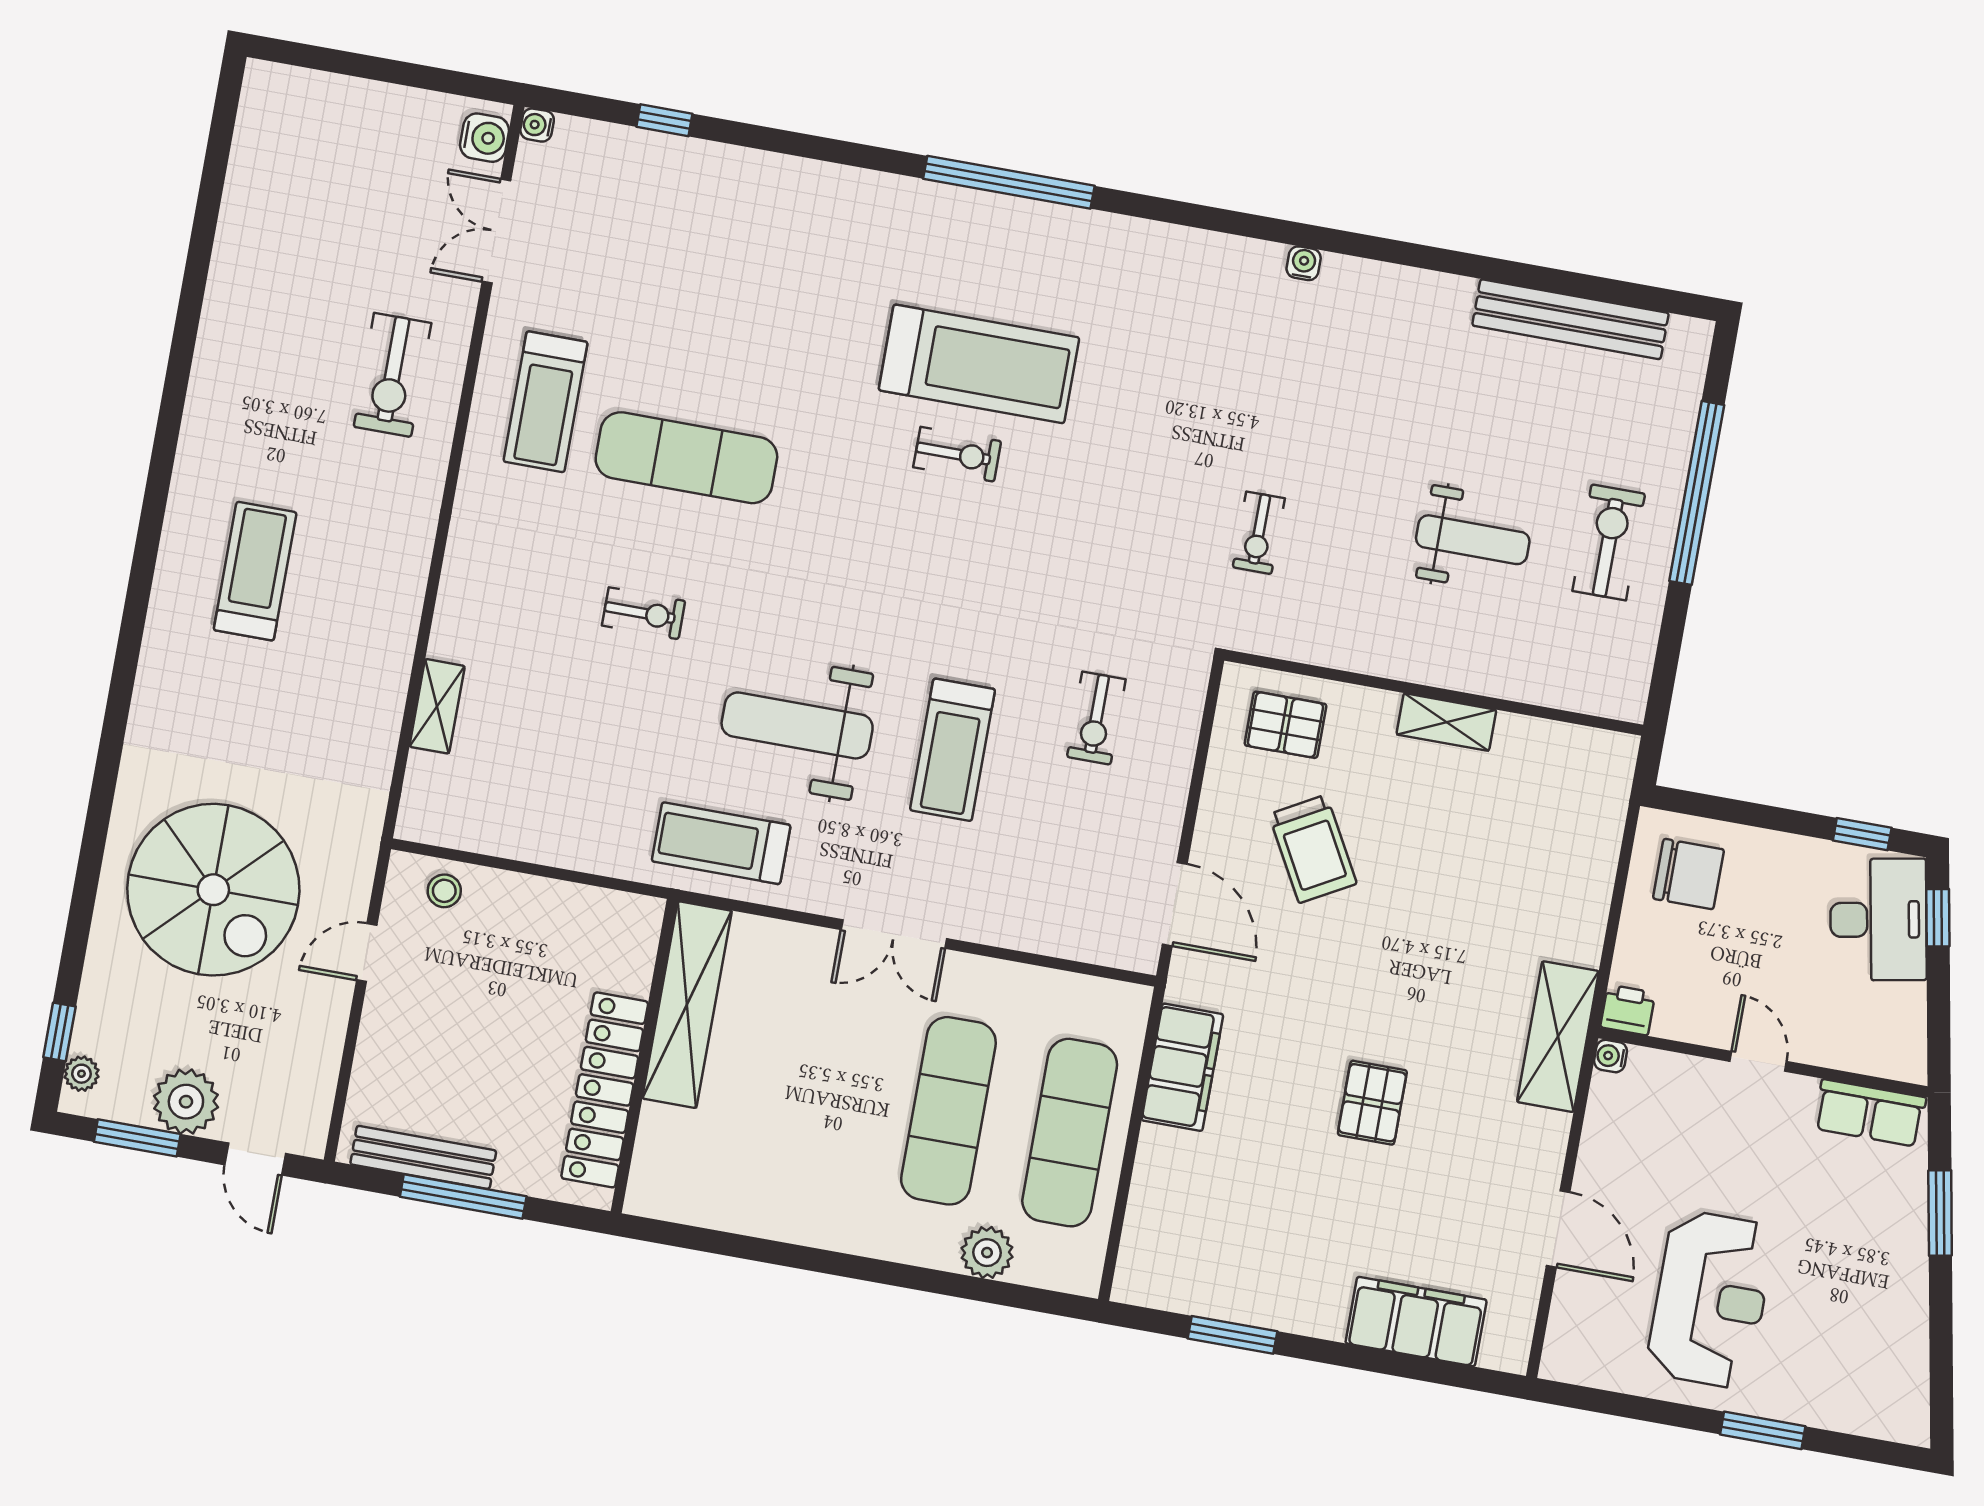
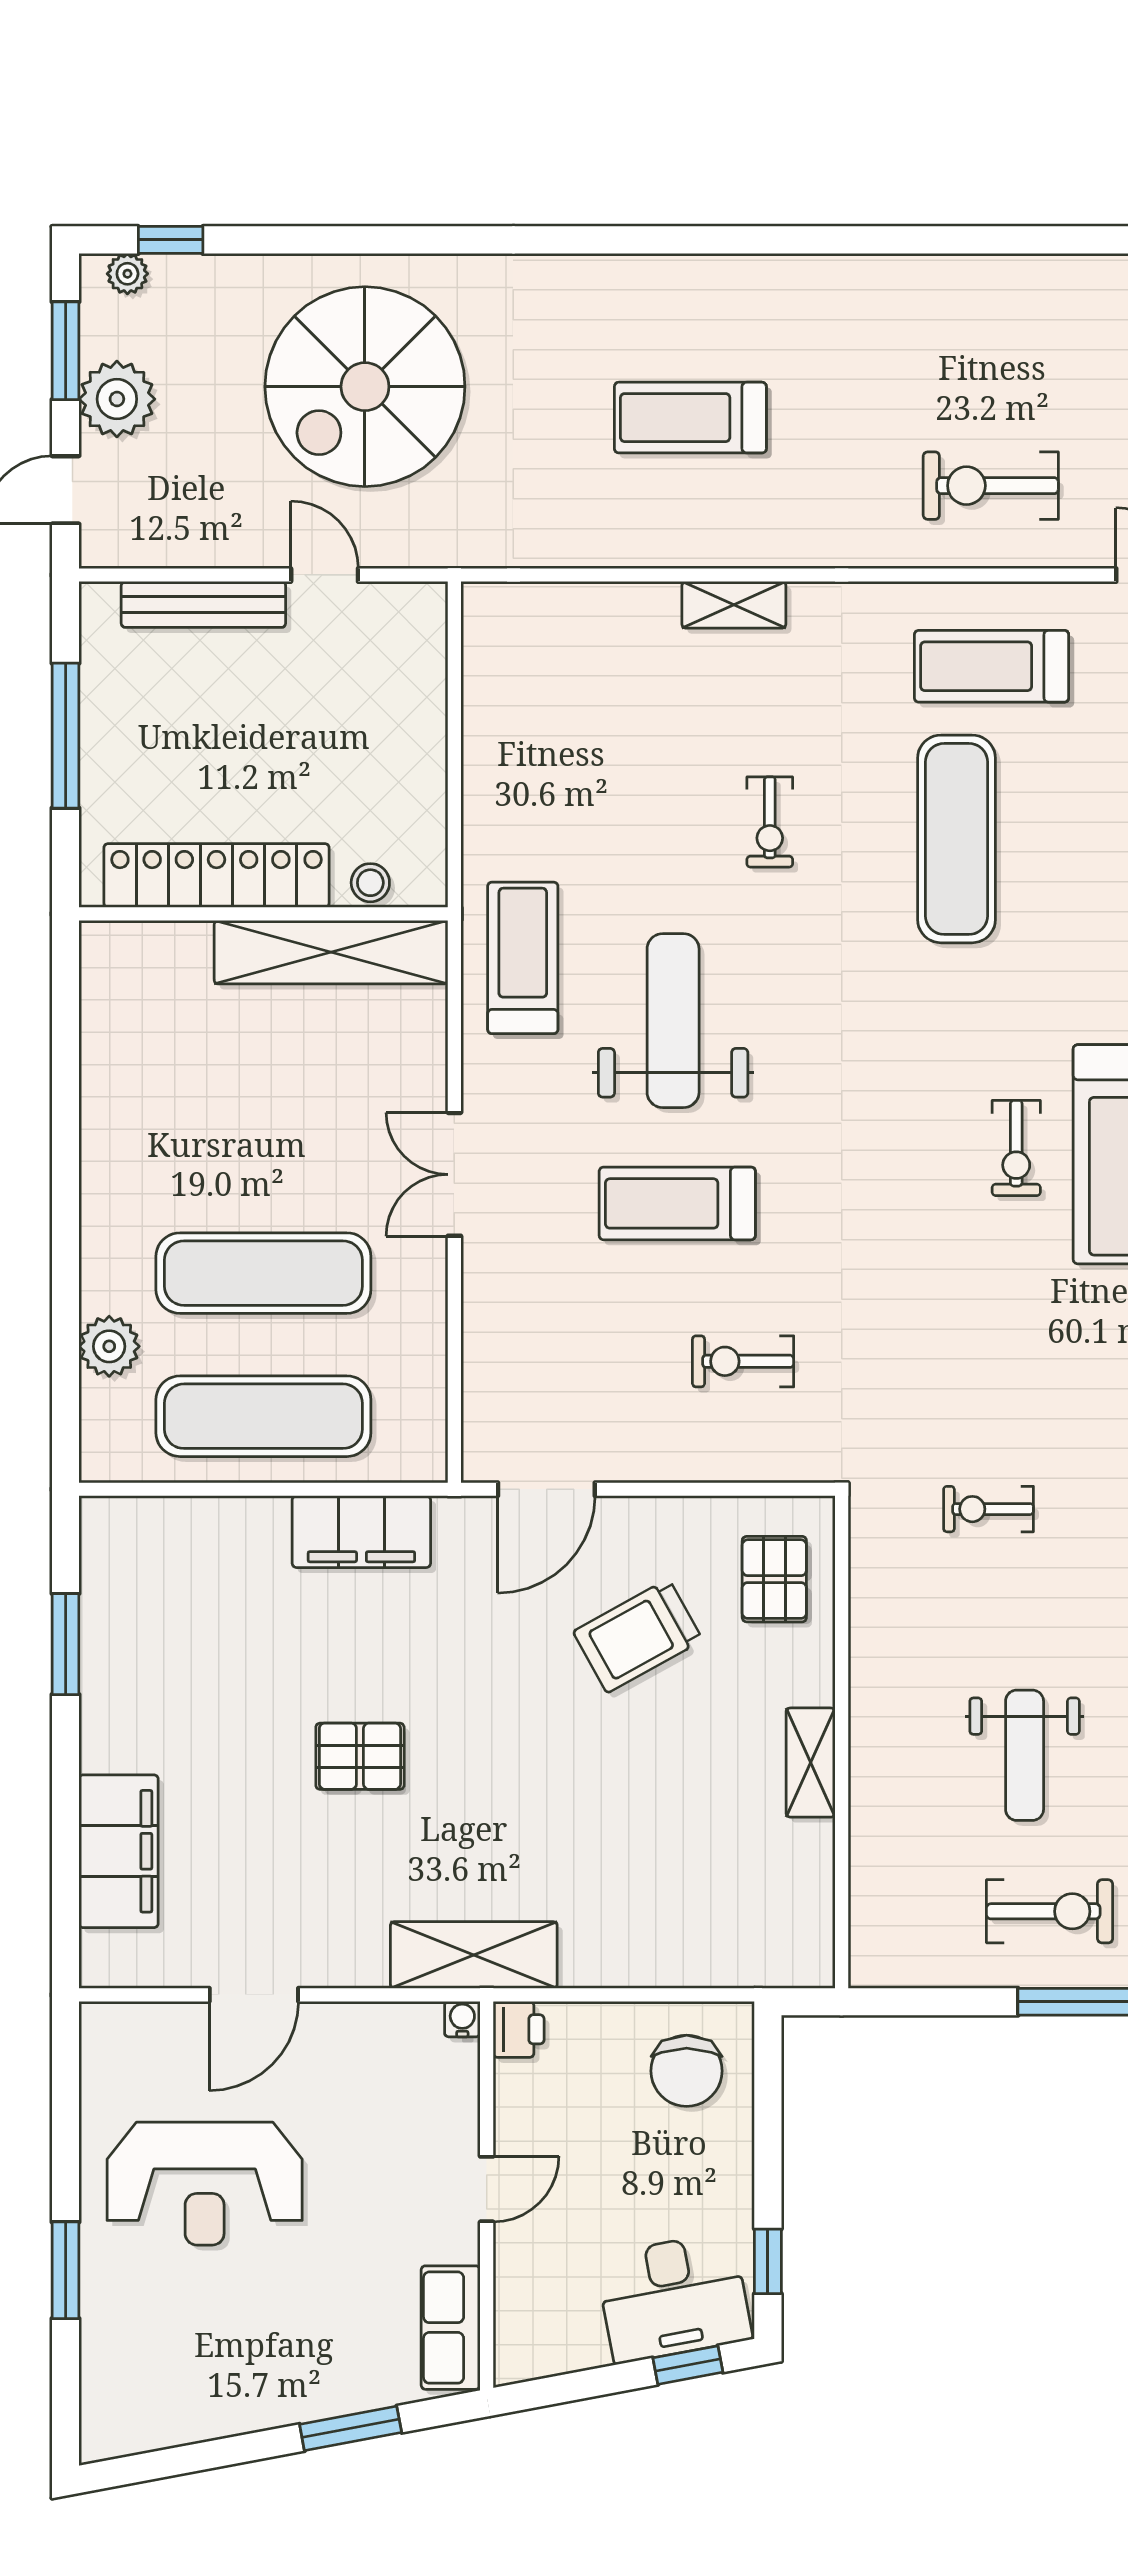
treadmill: (255, 571) -> (690, 418), moved, turned 180
shelving: (437, 706) -> (734, 605), moved
stool: (444, 891) -> (370, 883), moved
bench: (423, 1157) -> (203, 604), moved, turned 90

